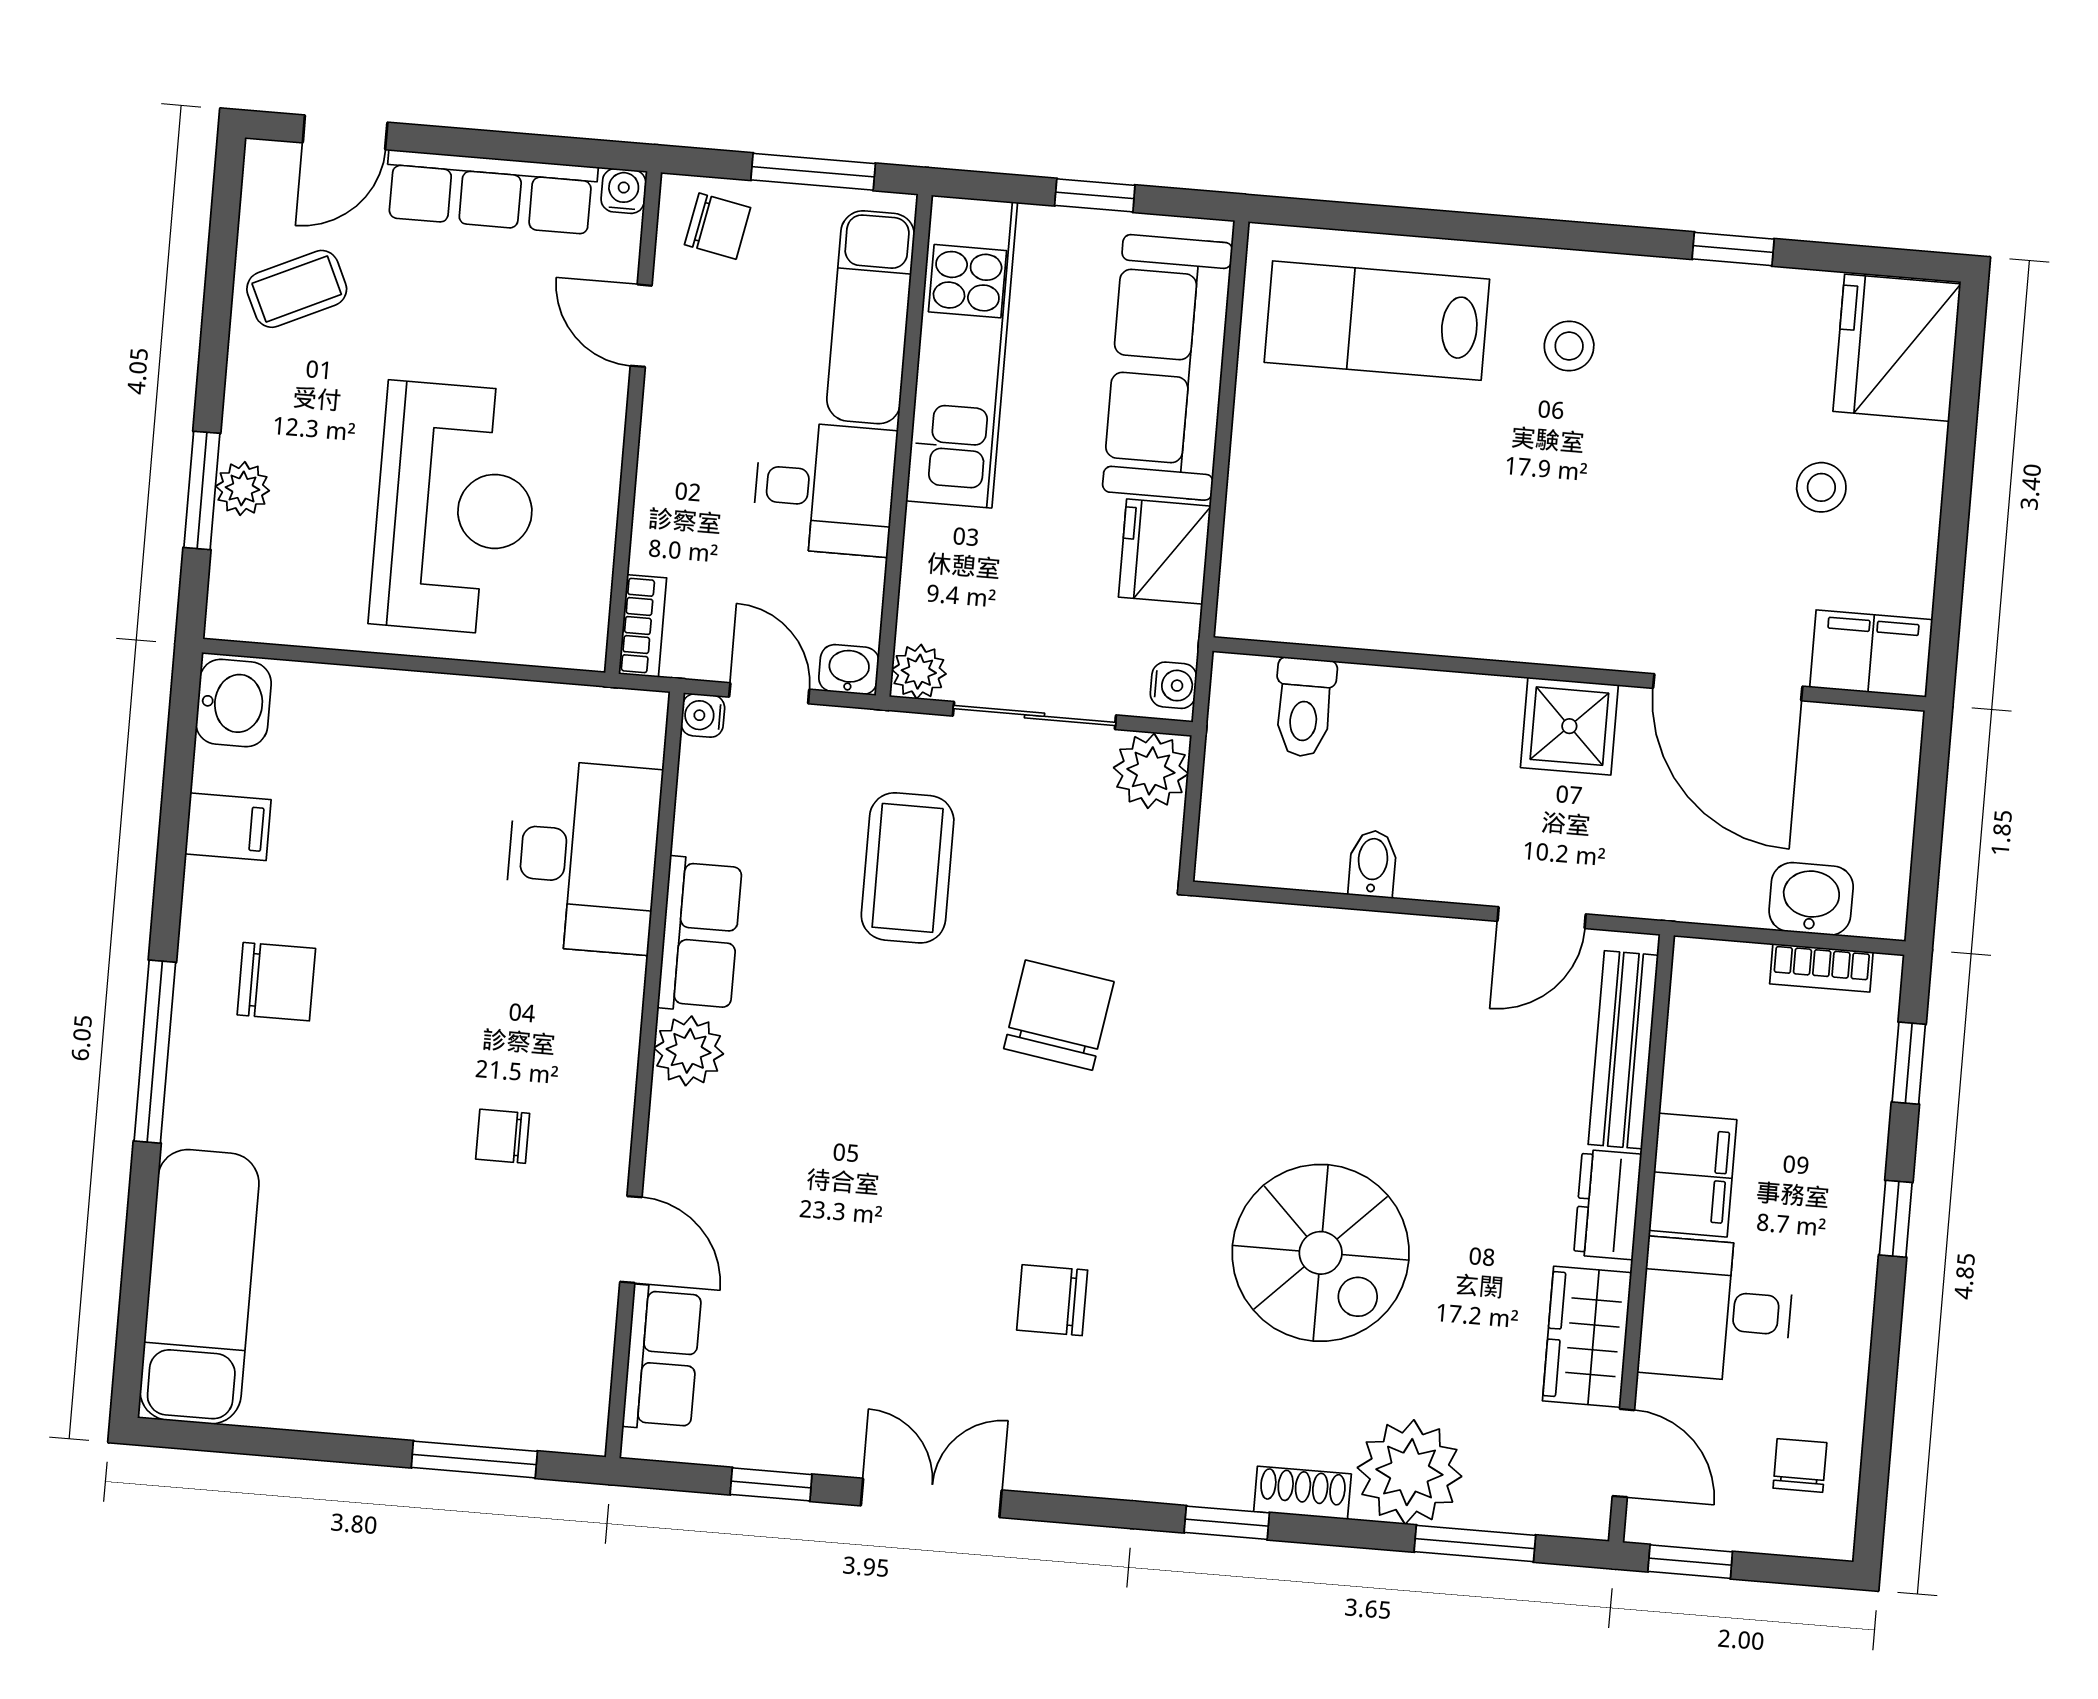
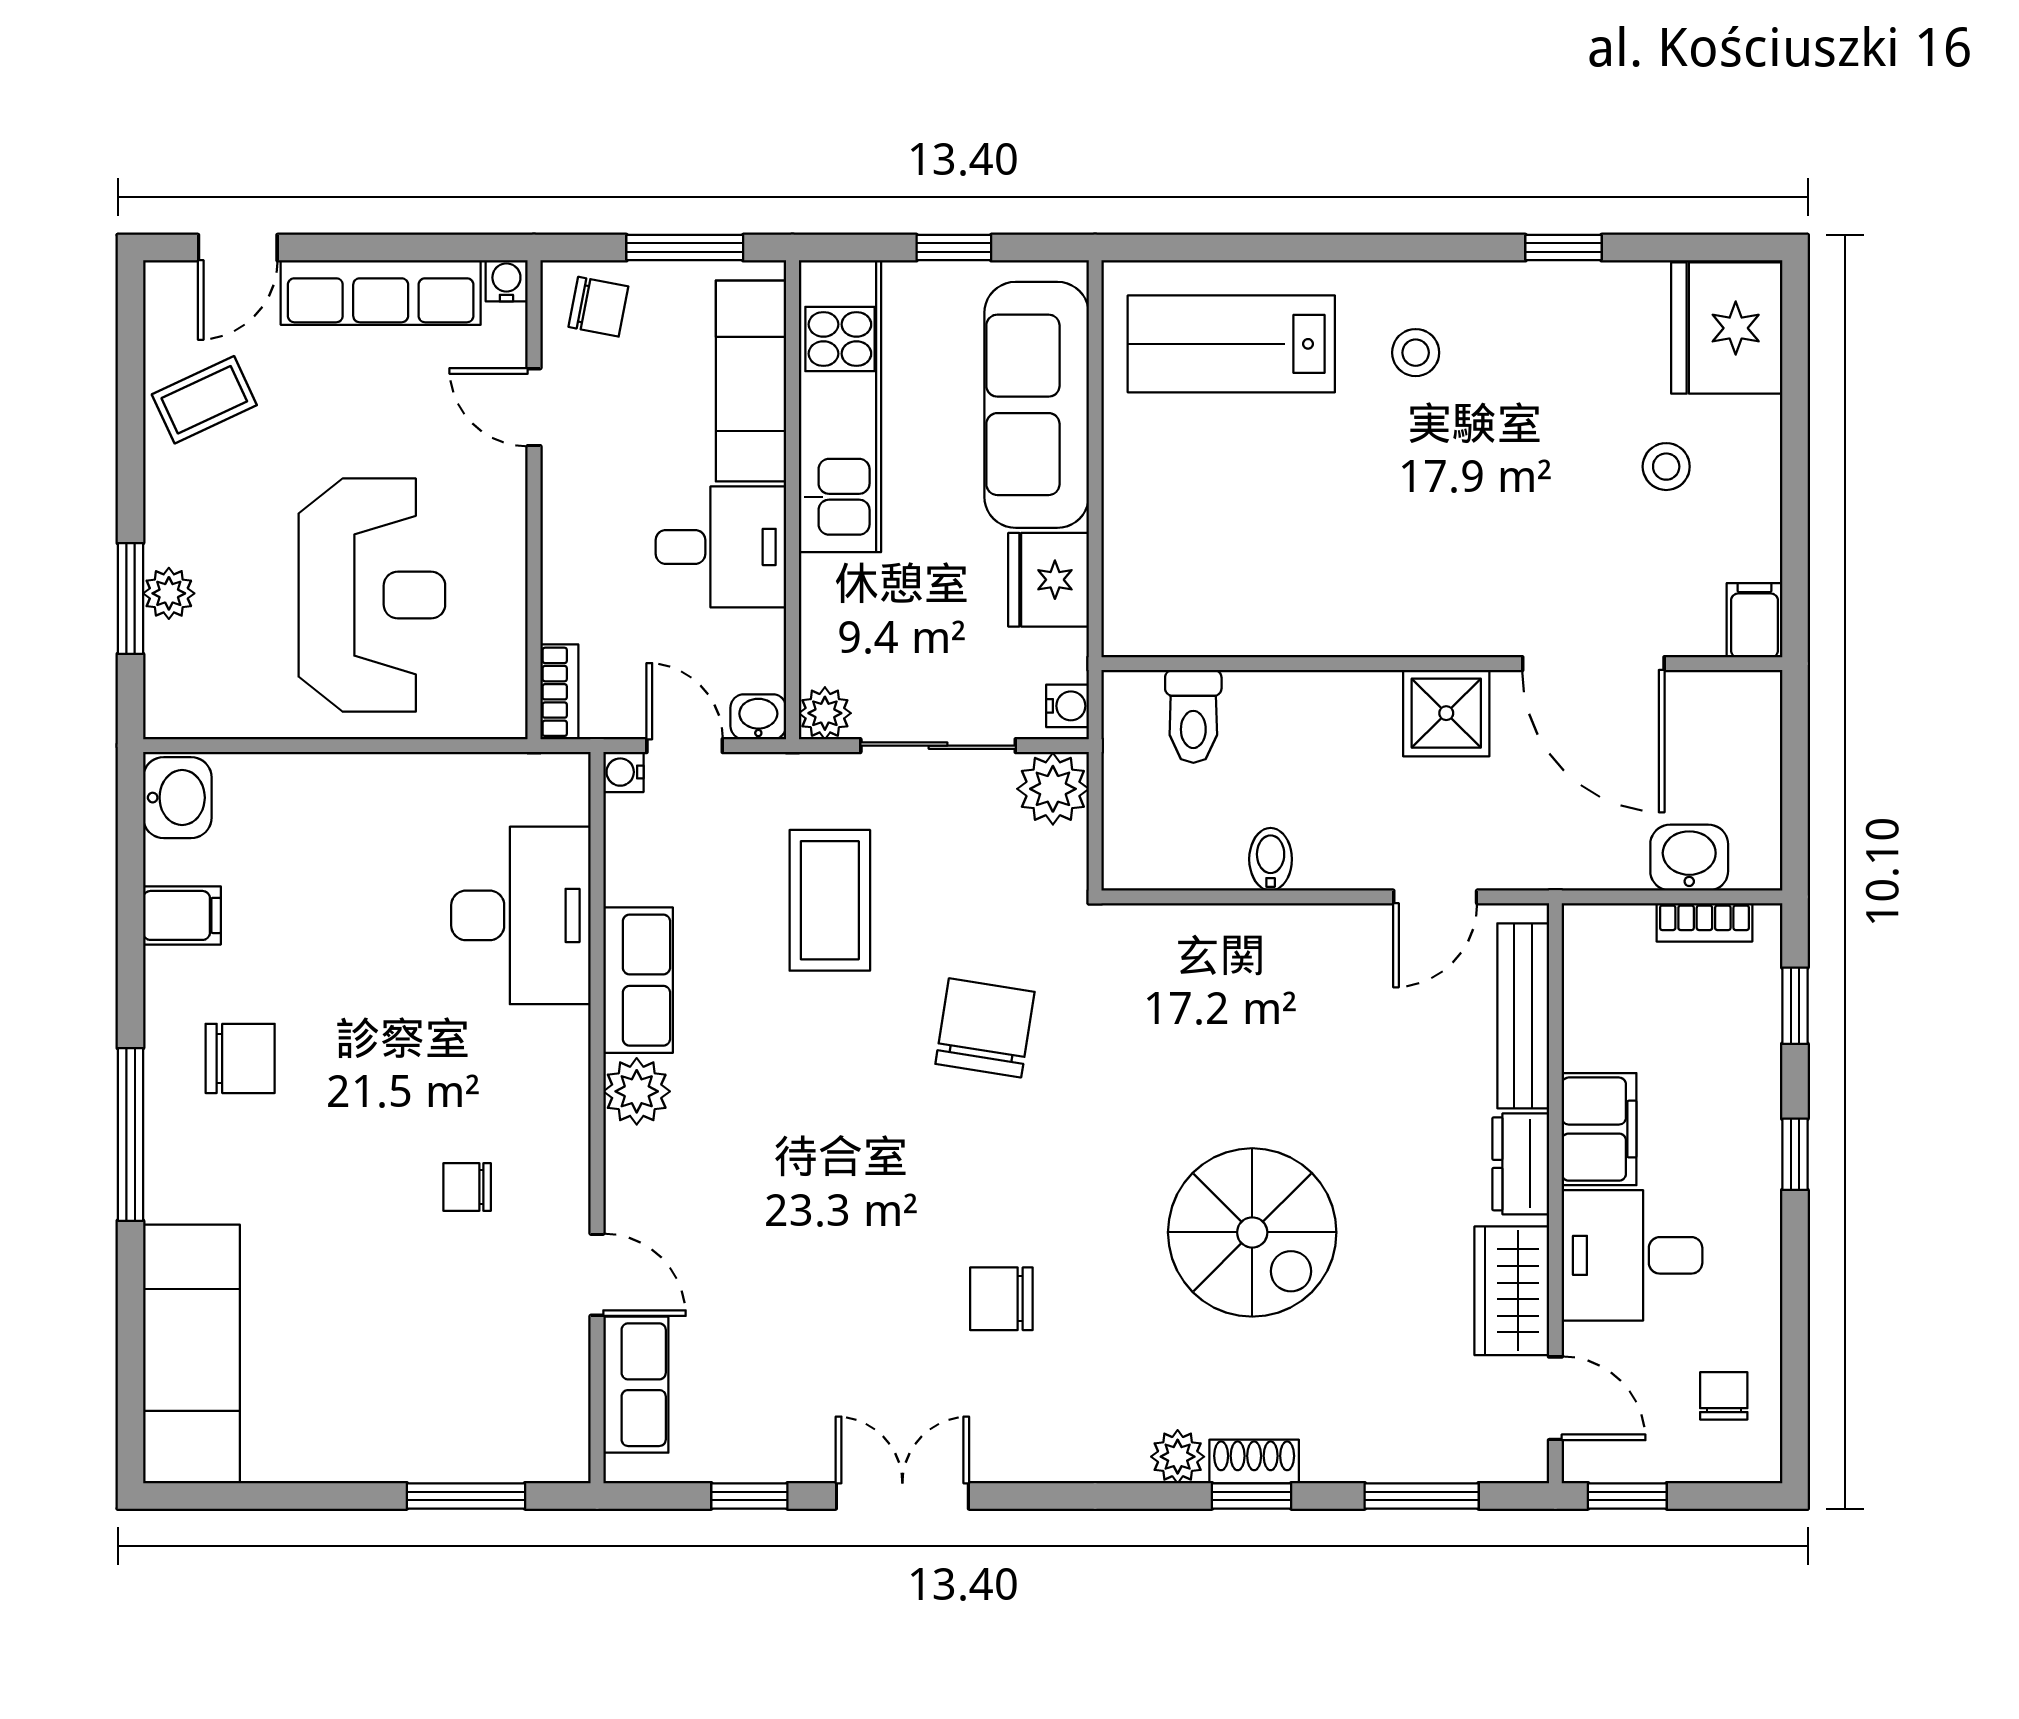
filing cabinet: (1871, 654) -> (1754, 620), width x0.50
plant: (1409, 1472) -> (1178, 1457), moved, width x0.53, depth x0.53
window: (1227, 1523) -> (1252, 1496), moved

